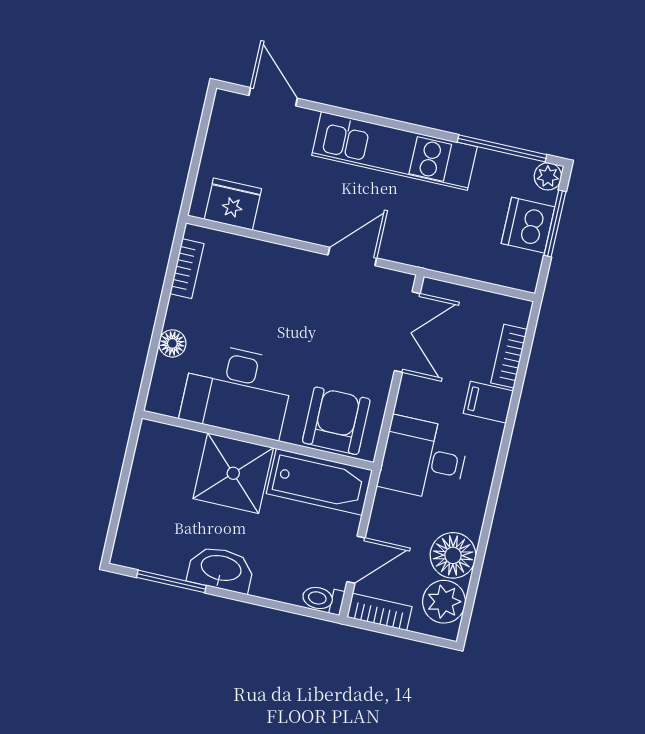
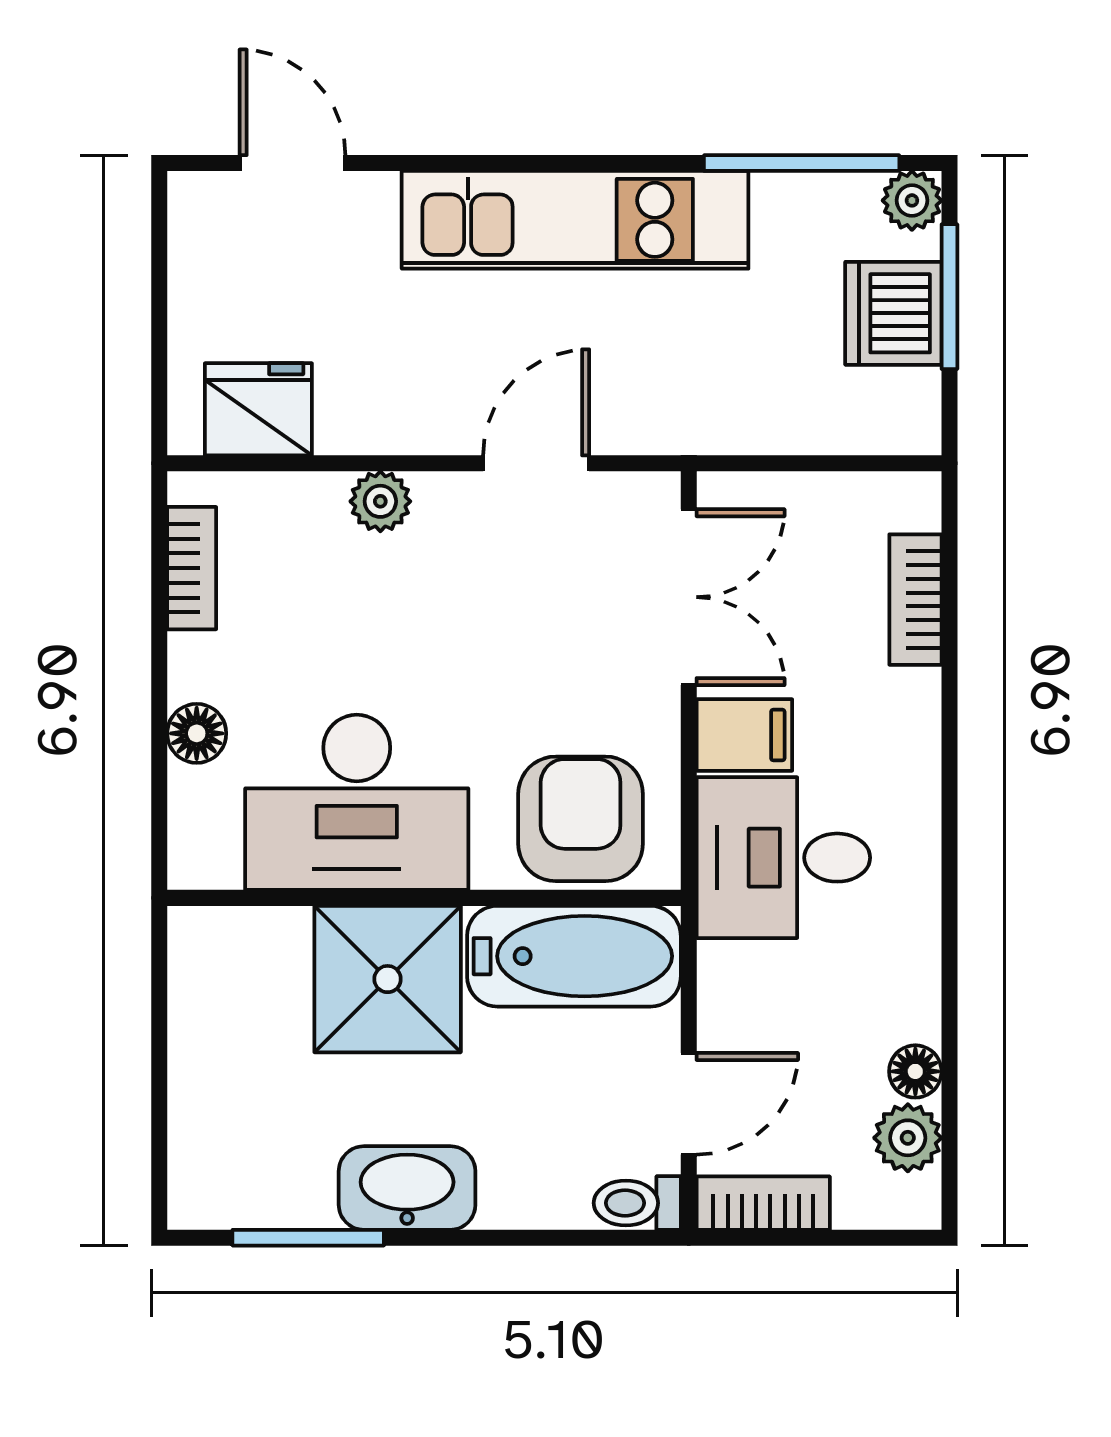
plant: (278, 258) -> (380, 501), added
filing cabinet: (488, 402) -> (744, 735), moved, turned 180
floor lamp: (453, 555) -> (915, 1071), width x0.53, depth x0.53
plant: (444, 602) -> (908, 1138), width x0.73, depth x0.73

